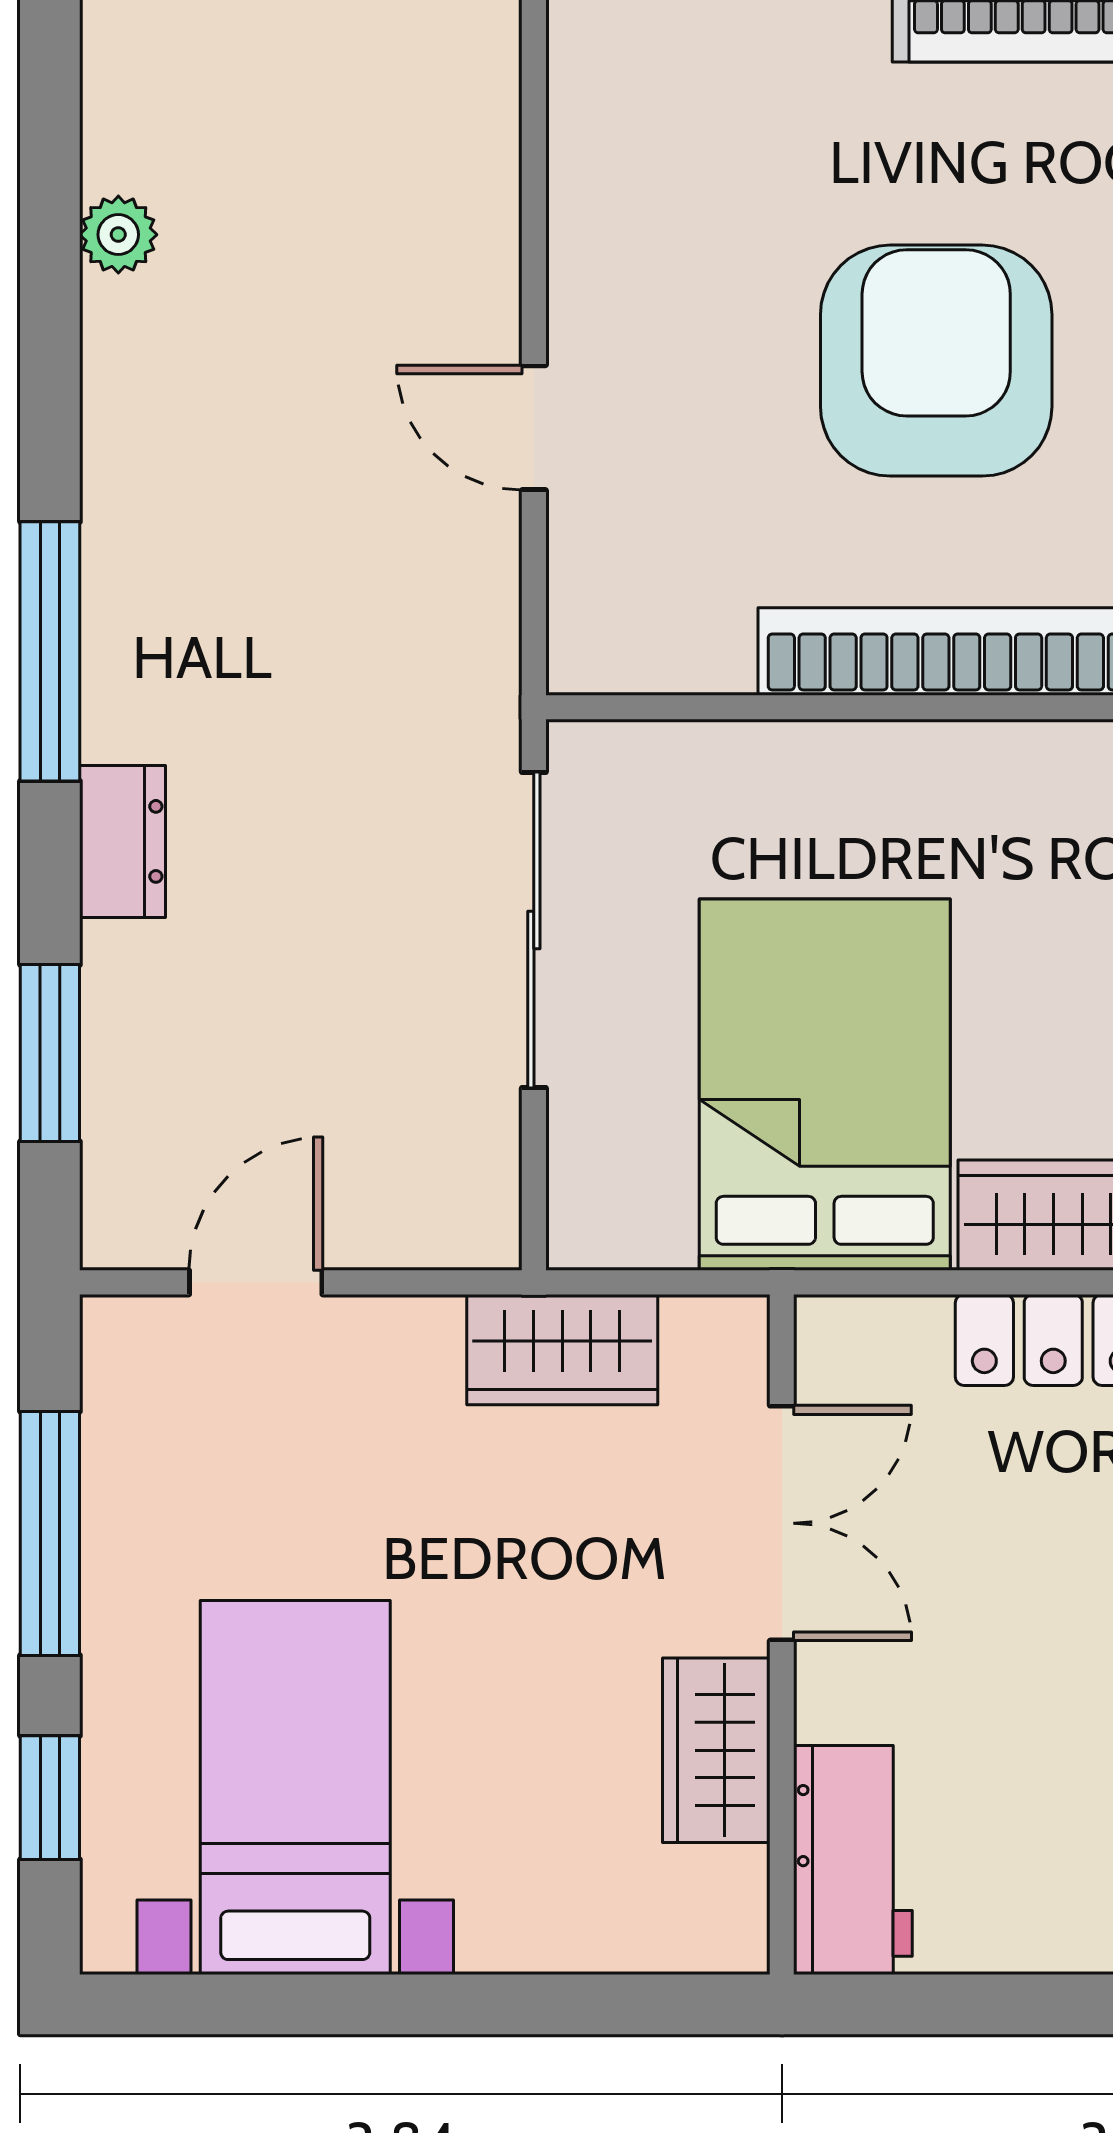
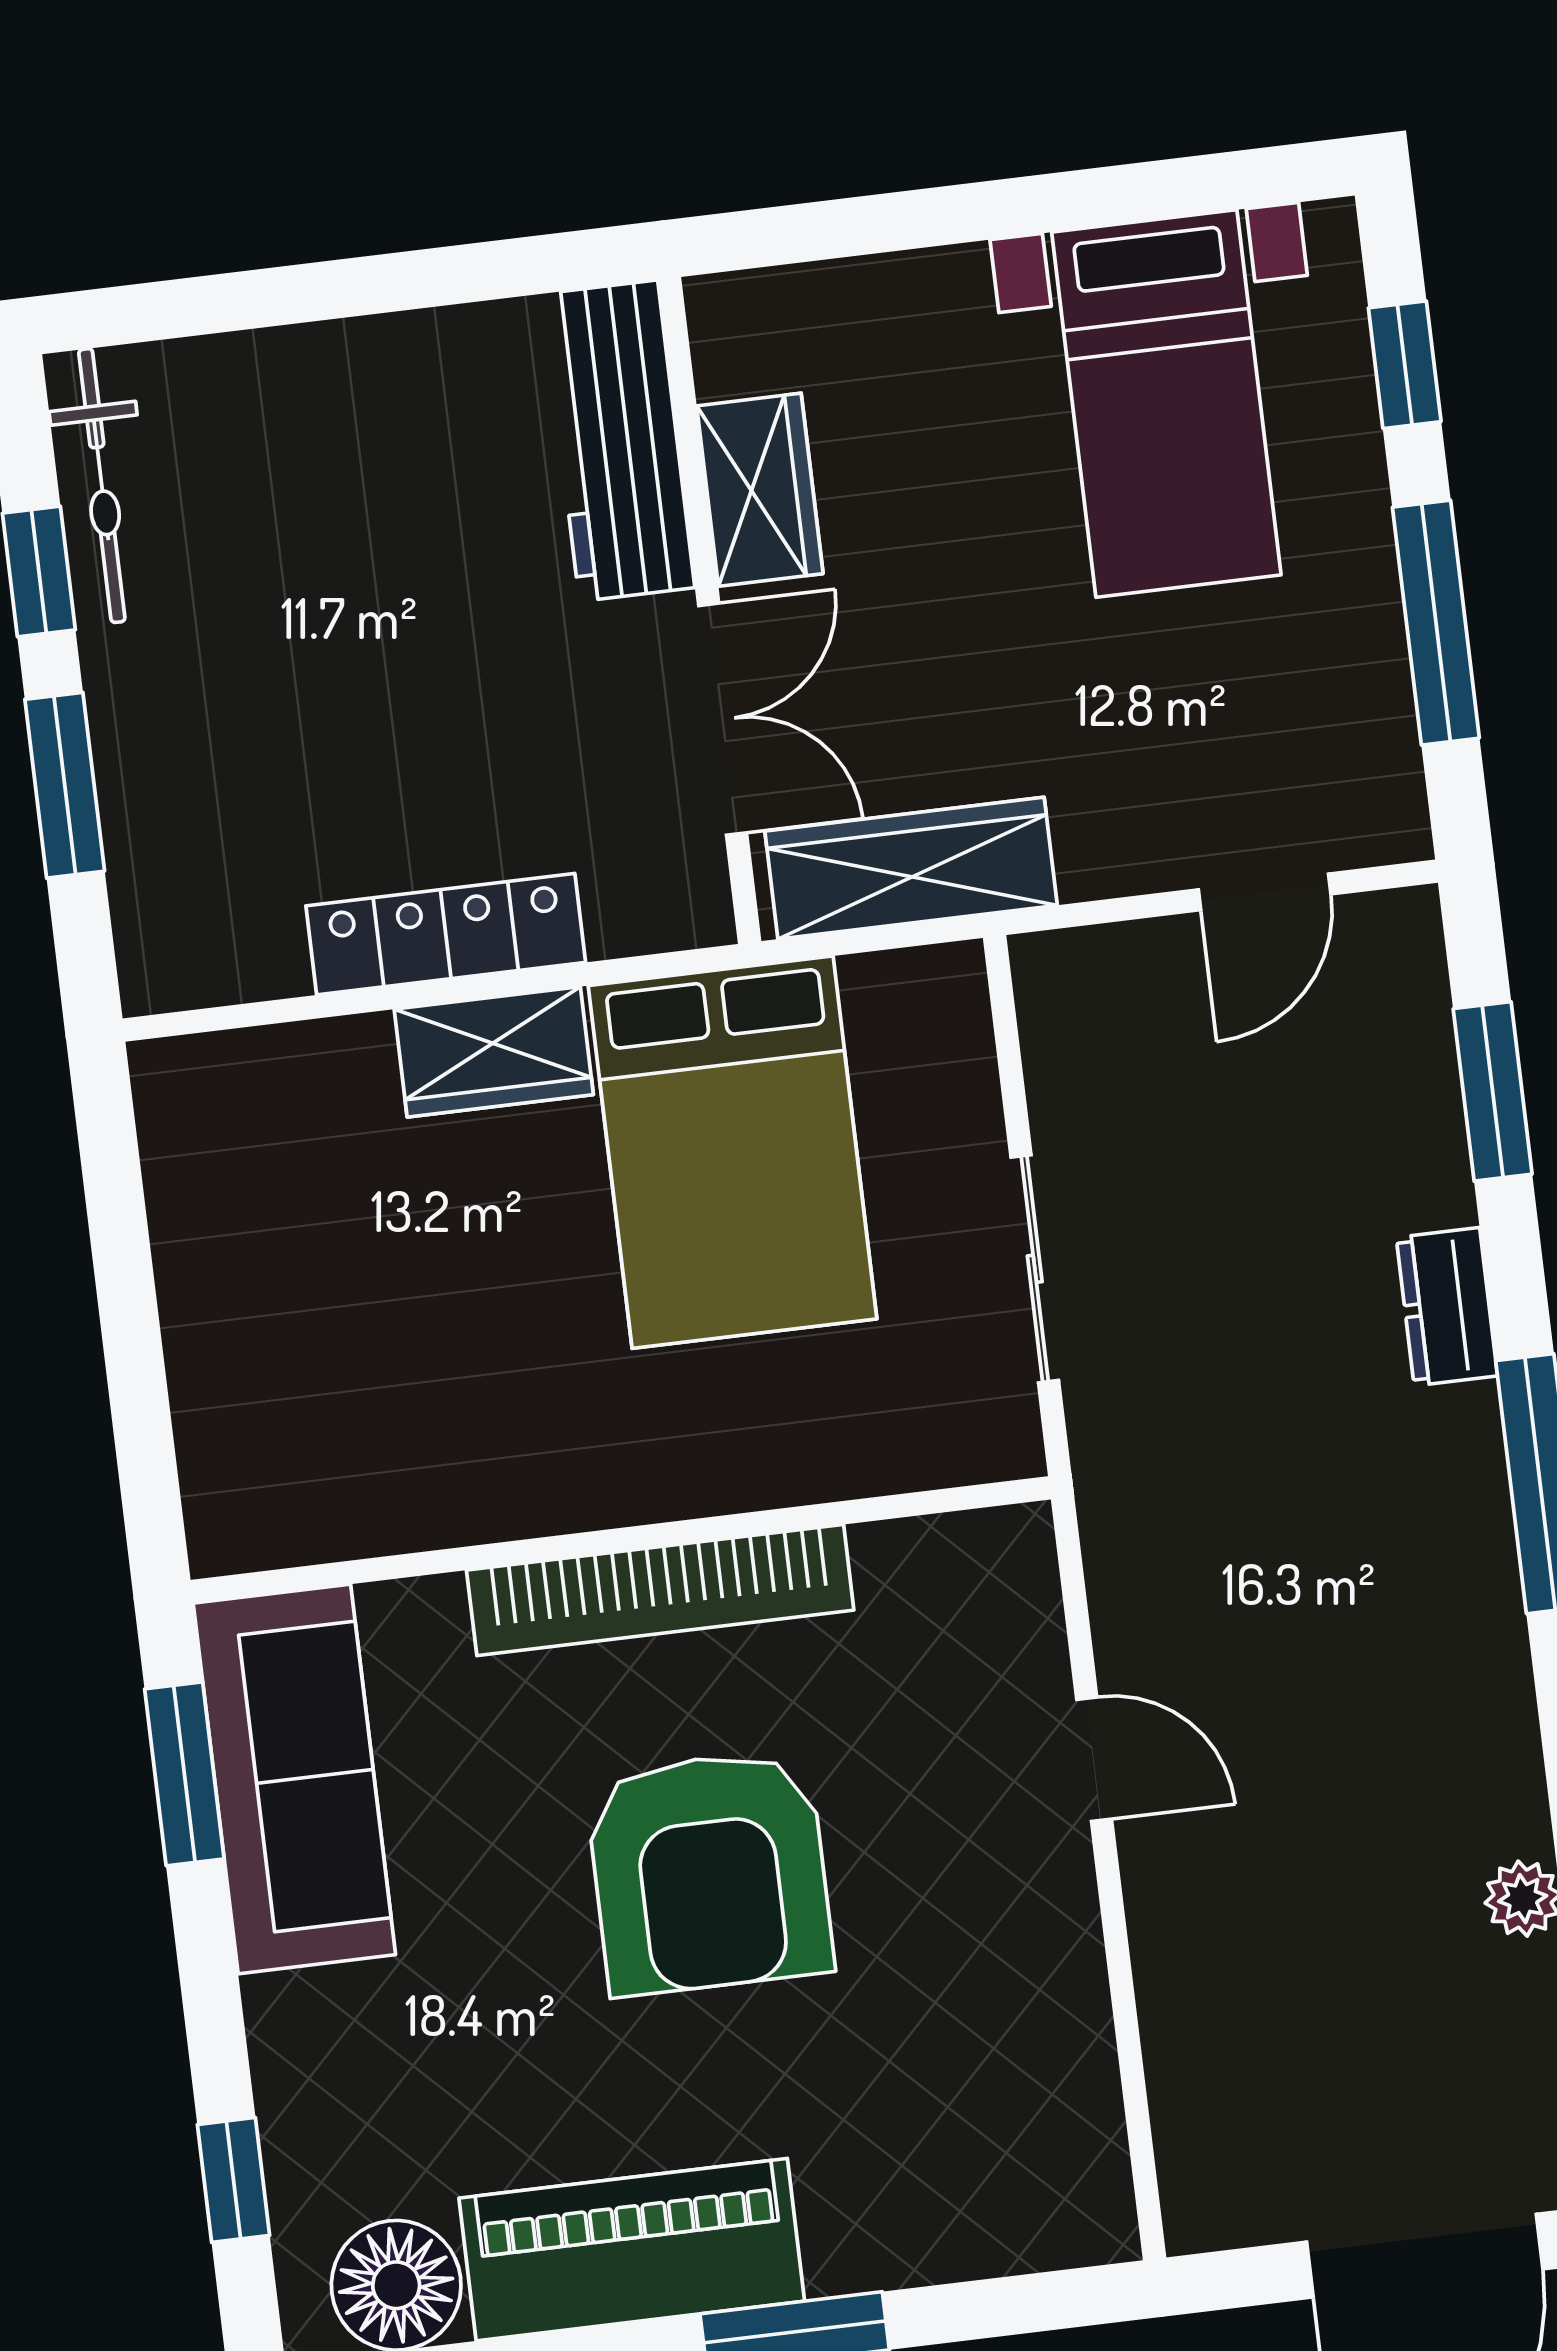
sliding door: (534, 930) -> (1035, 1269), width x0.73
wardrobe: (562, 1350) -> (911, 868), width x1.50
double door: (782, 1523) -> (723, 719), swing flipped
workbench: (853, 1860) -> (619, 441), width x1.38

